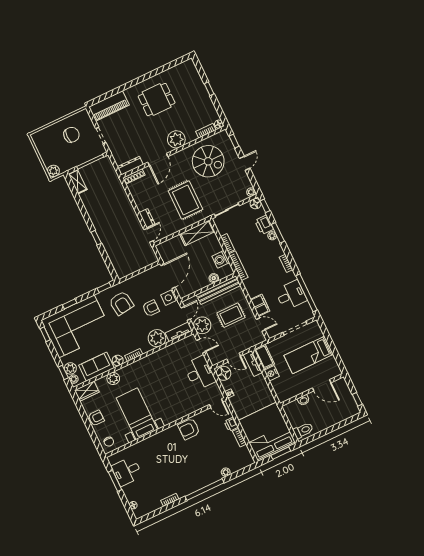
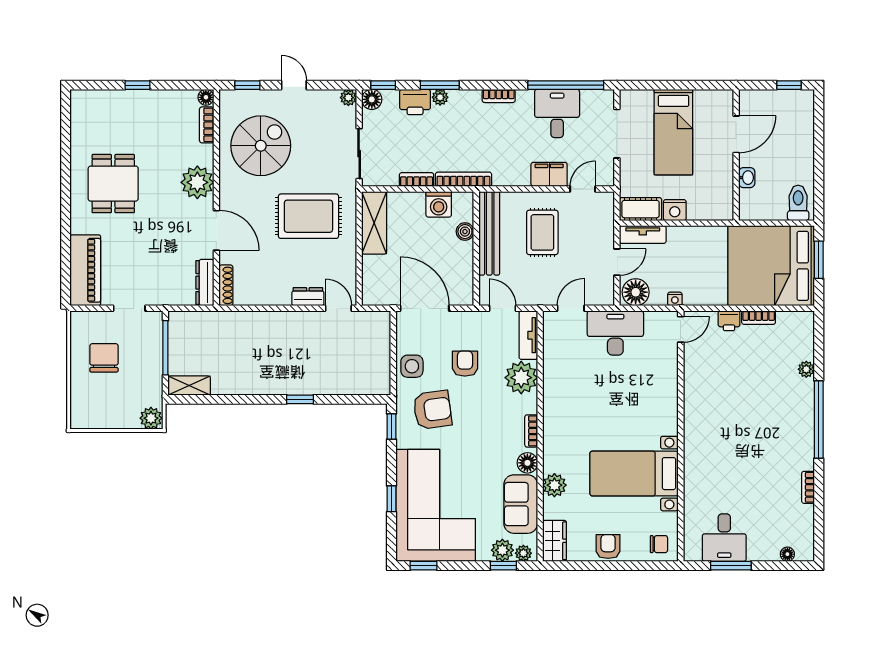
side table: (168, 298) -> (412, 366), moved
plant: (202, 325) -> (536, 290), removed
armchair: (189, 429) -> (702, 397), removed

